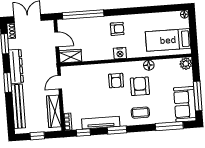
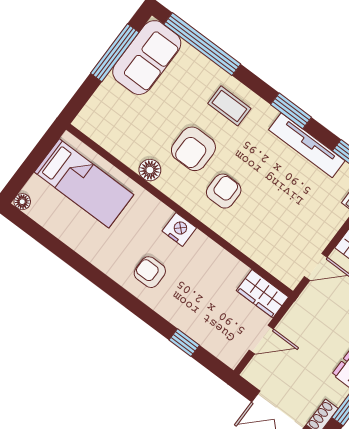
window: (83, 14) -> (184, 343), width x0.32
door: (57, 39) -> (261, 340), swing flipped
plant: (186, 64) -> (89, 121), removed
window: (169, 126) -> (202, 44), width x1.46

